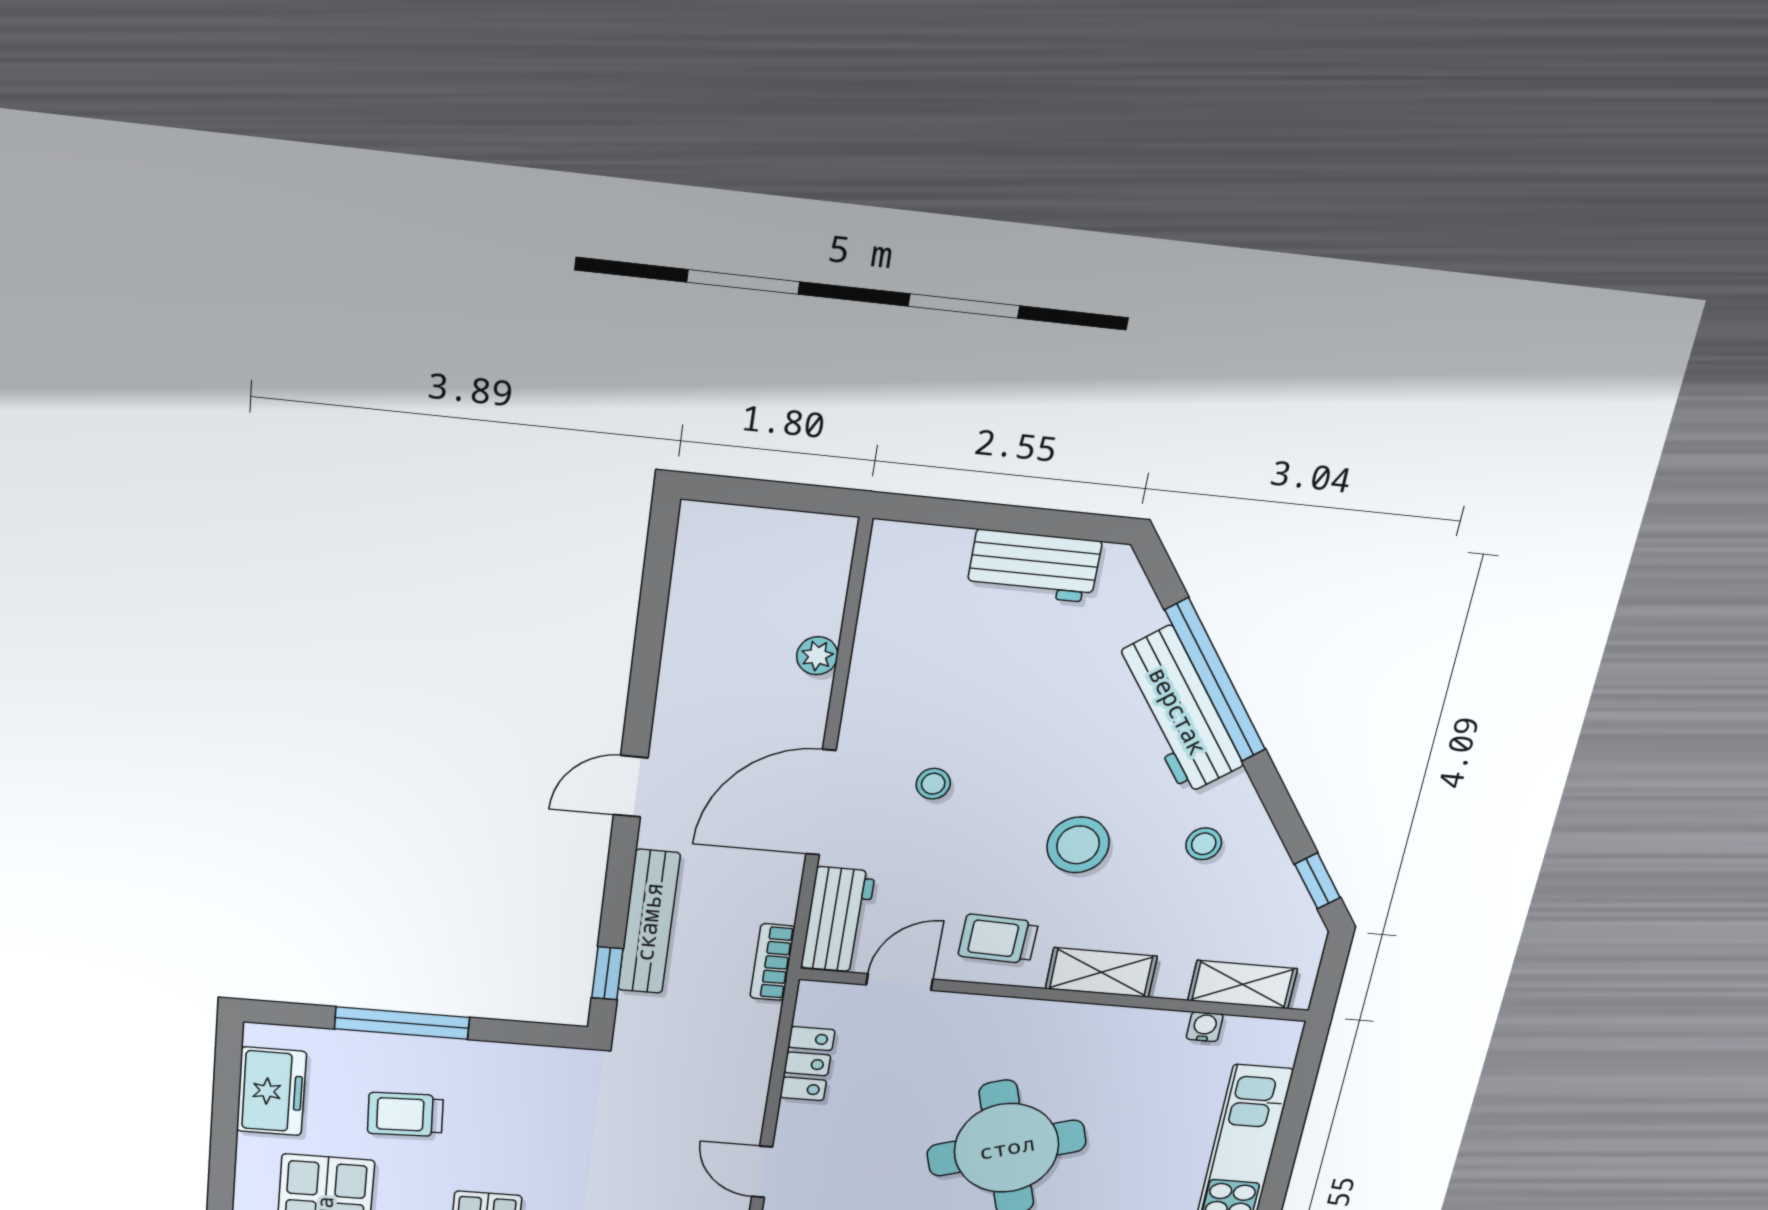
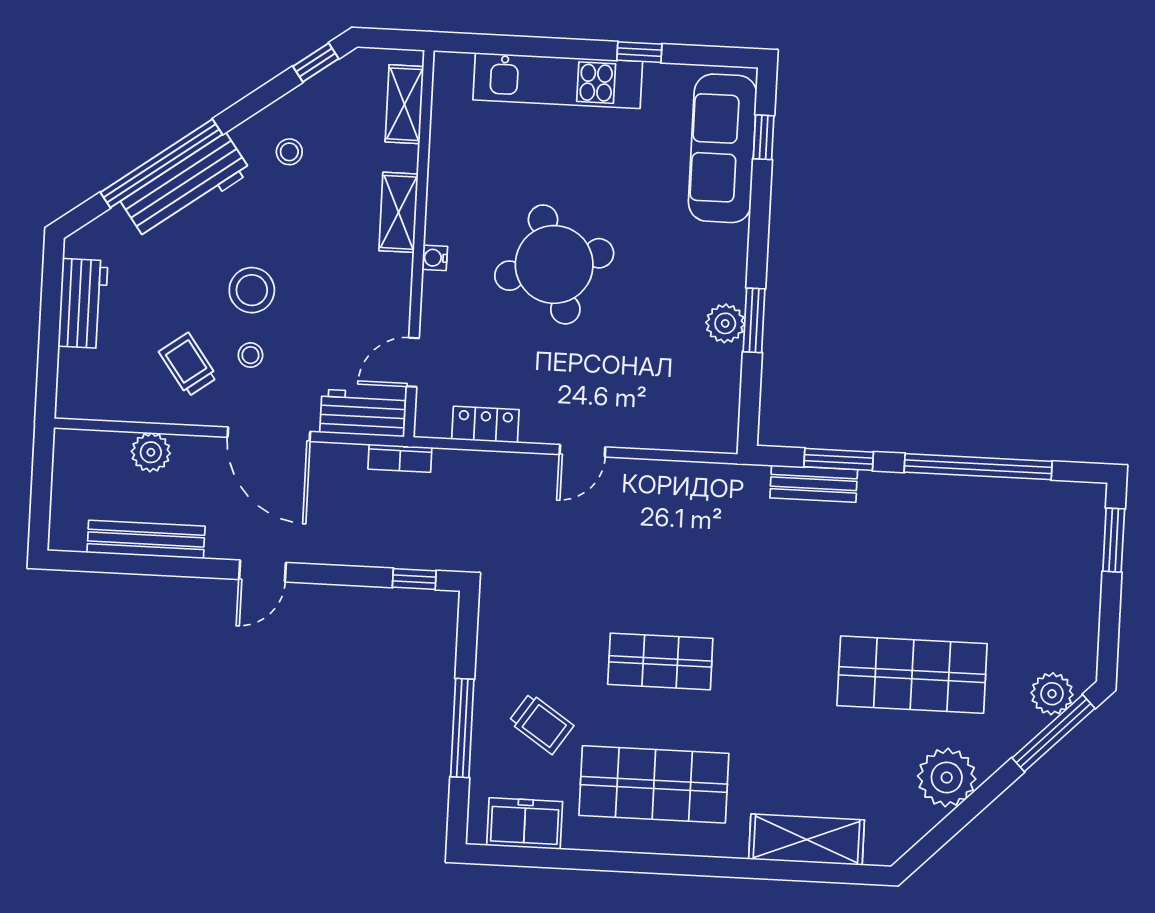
plant: (817, 656) -> (151, 452), width x1.38, depth x1.38
door: (631, 786) -> (262, 571), hinge flipped
stool: (1078, 845) -> (252, 290), moved
bench: (649, 922) -> (146, 539), moved
trolley: (998, 939) -> (188, 365), moved, turned 142
door: (900, 982) -> (413, 362), hinge flipped
water cooler: (1205, 1027) -> (435, 258), moved
trolley: (405, 1115) -> (541, 724), turned -54

